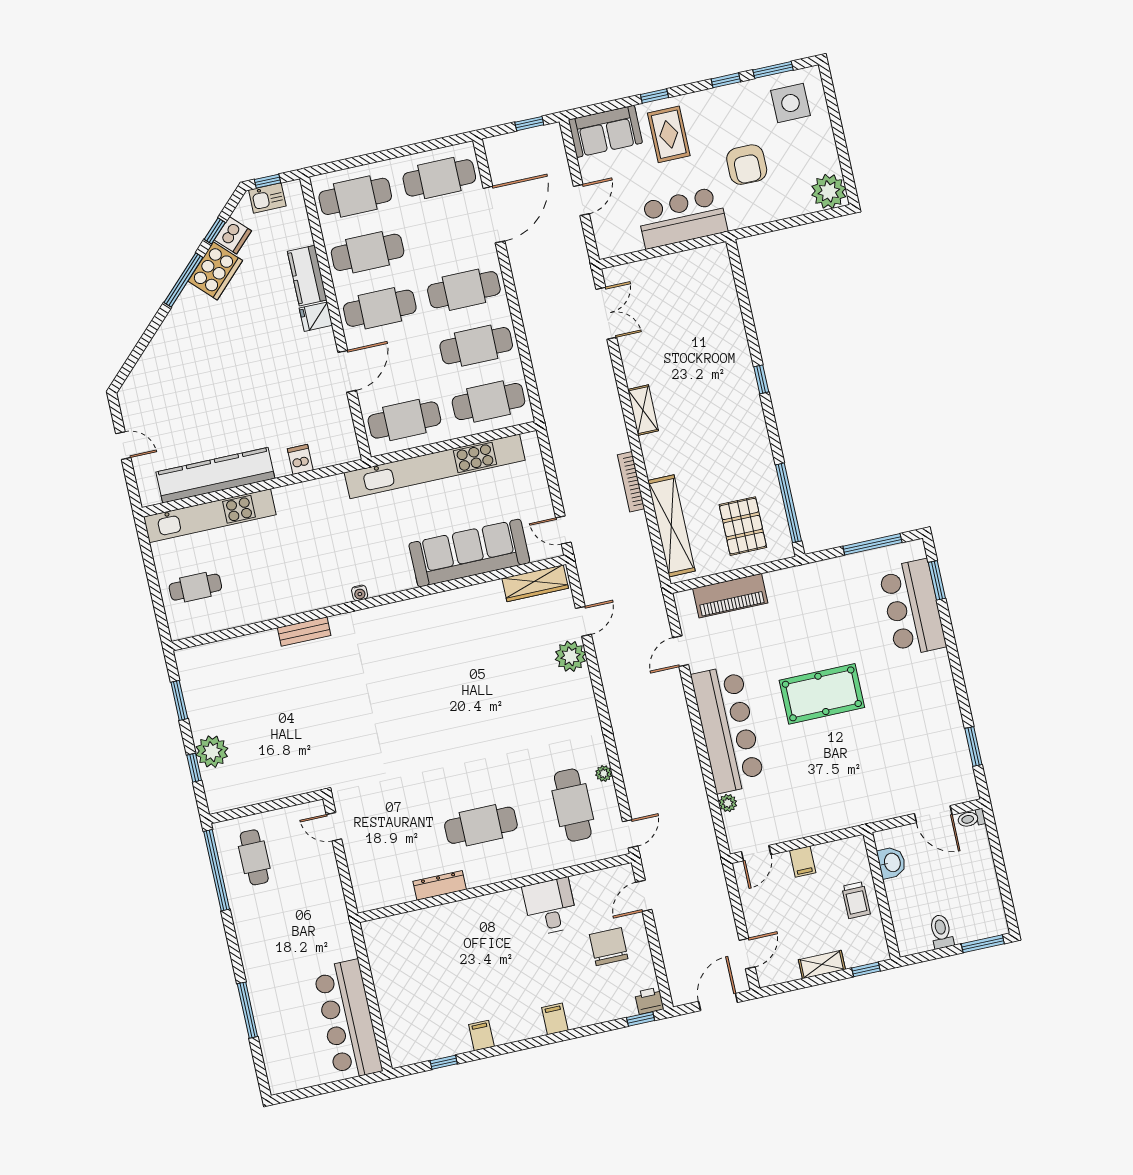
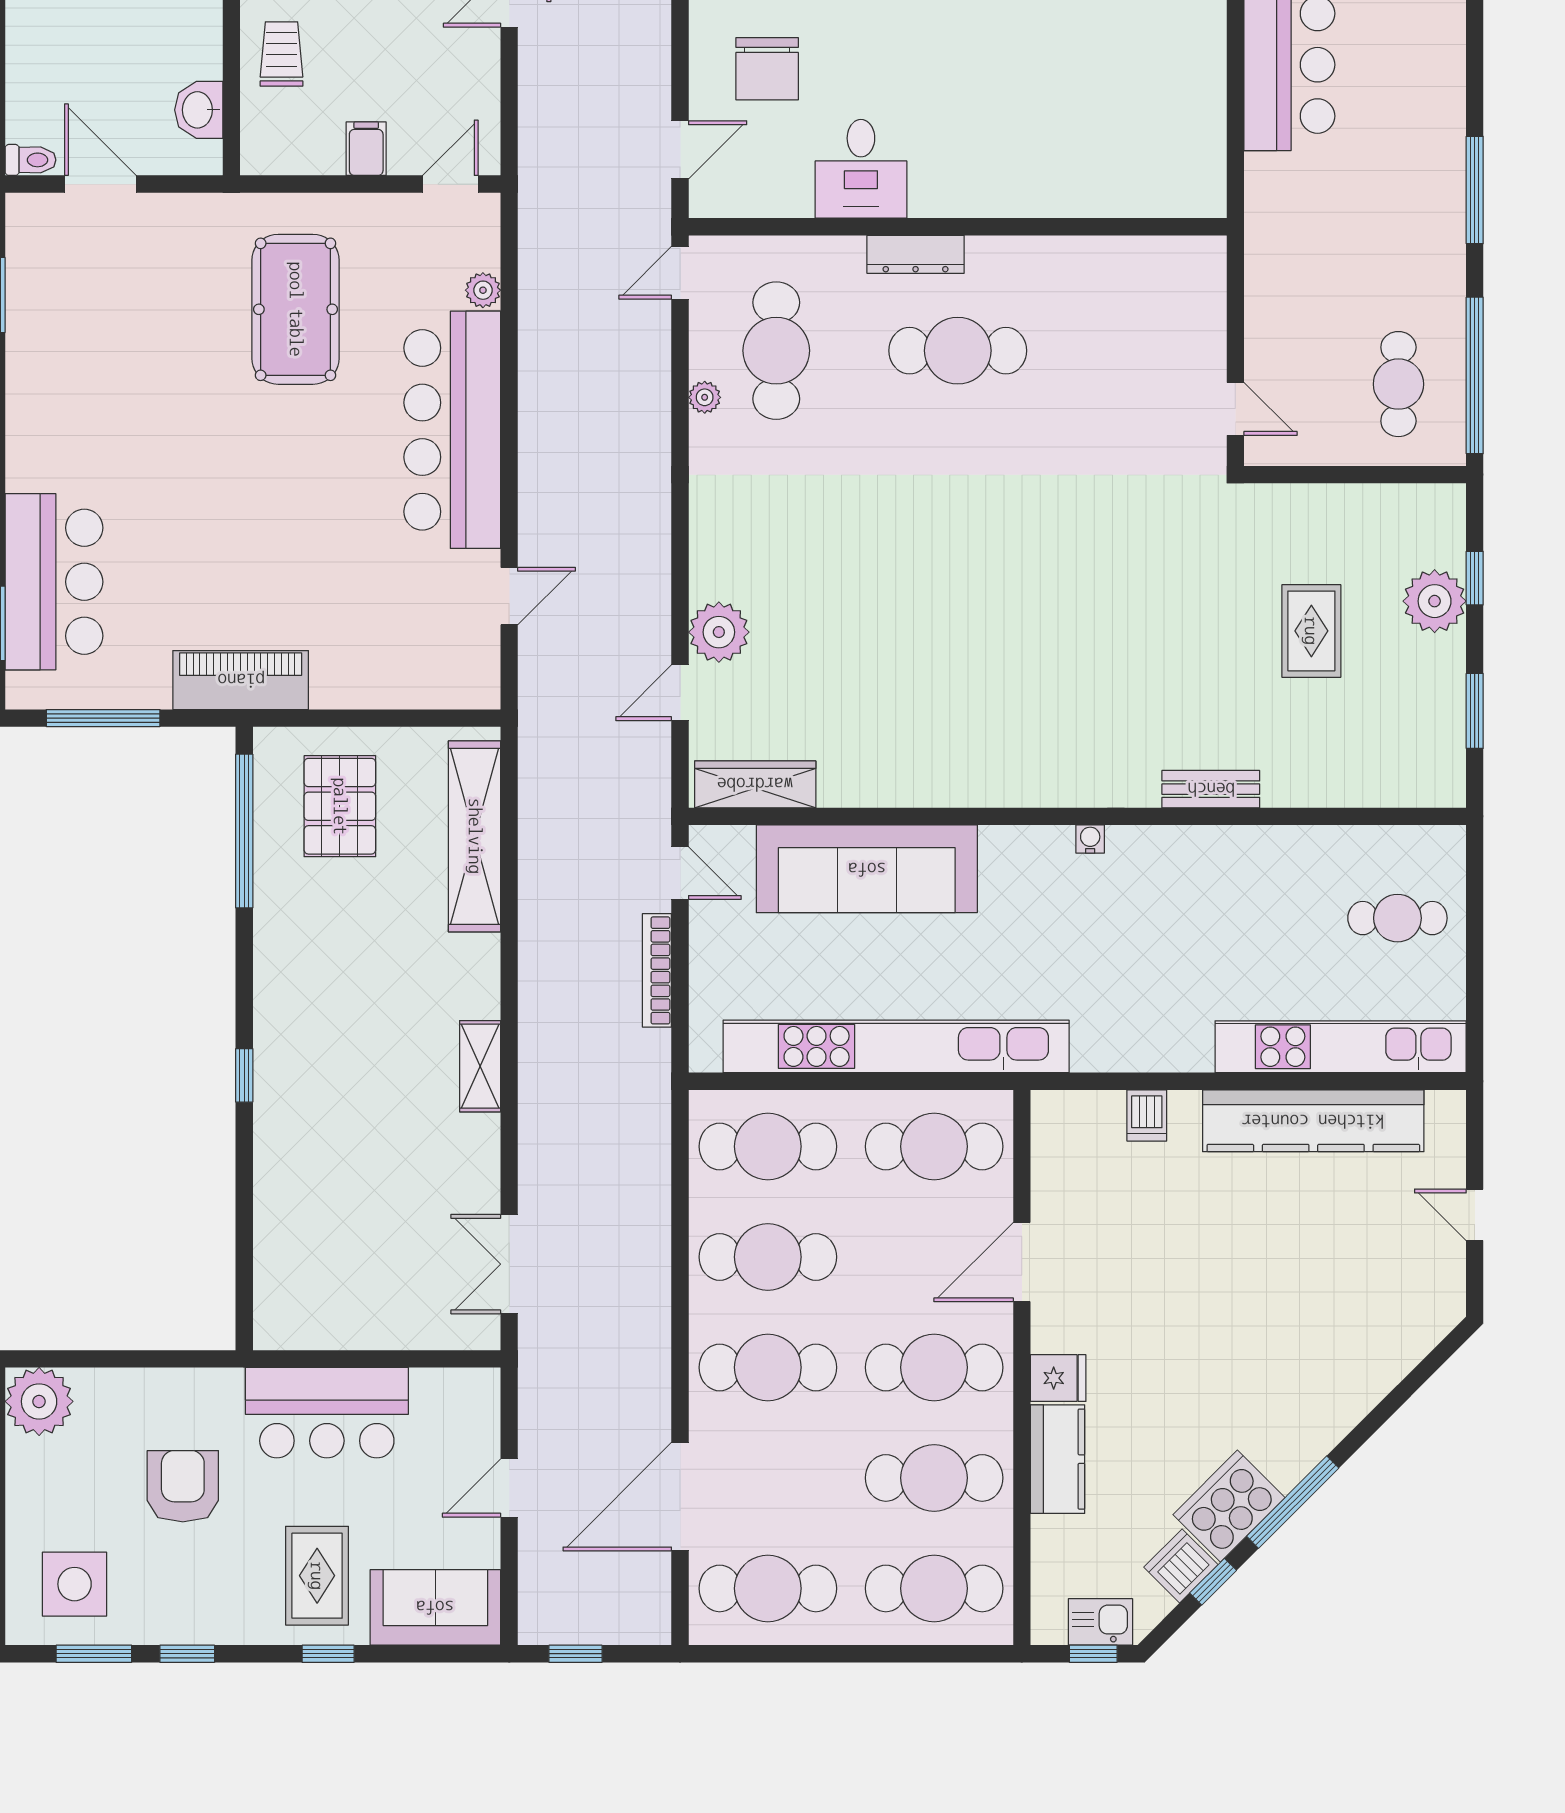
bookcase: (631, 482) -> (657, 970), moved, turned 180
piano: (730, 596) -> (241, 680), moved
pool table: (822, 694) -> (296, 309), moved, turned 90
rug: (271, 723) -> (1311, 631), added
dresser: (440, 885) -> (916, 254), moved
window: (247, 1010) -> (1475, 190), moved

